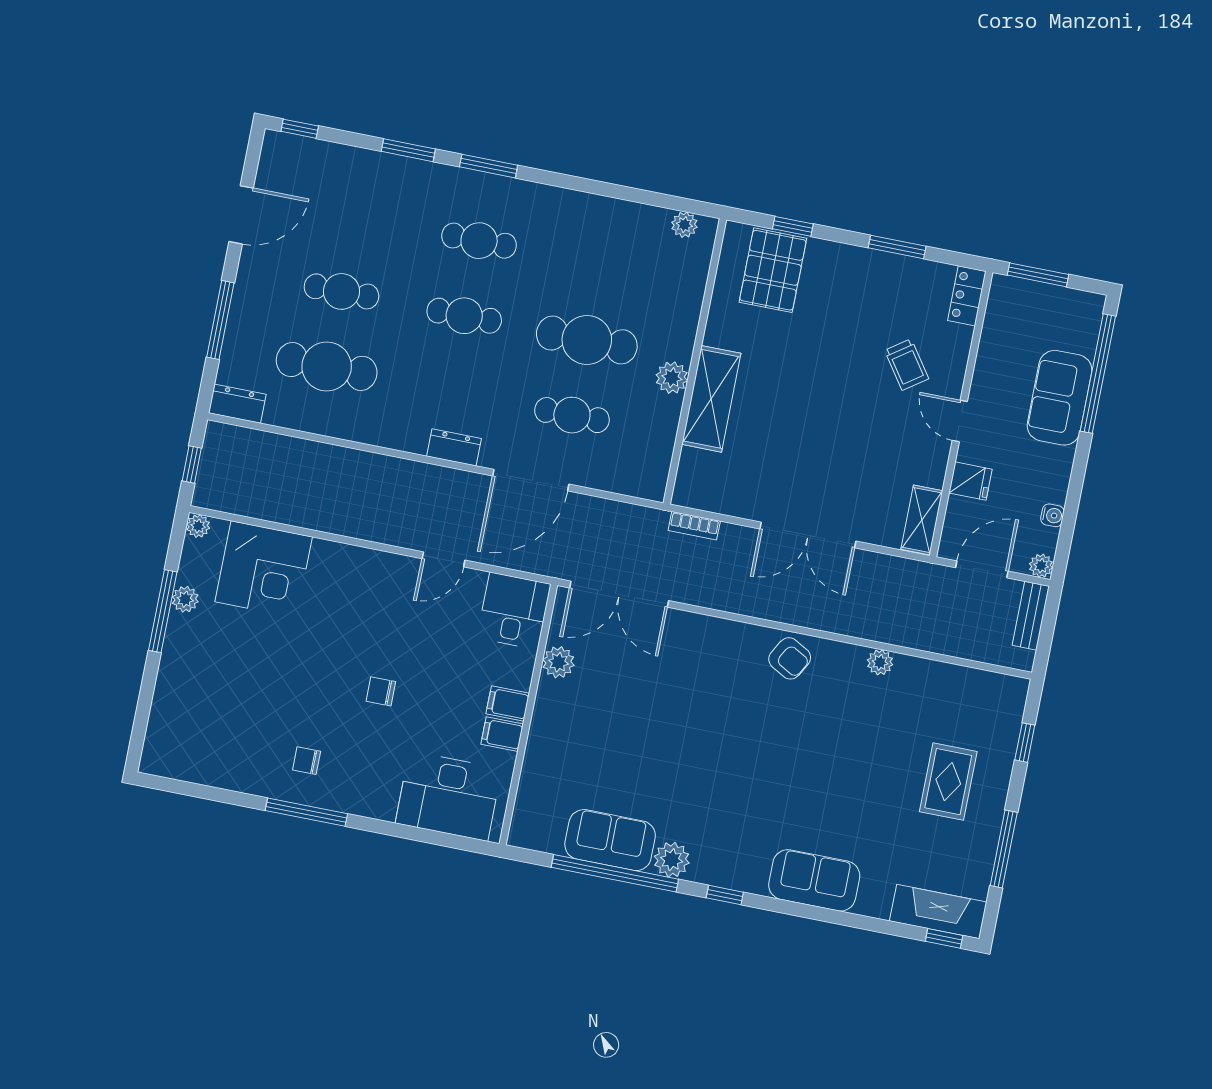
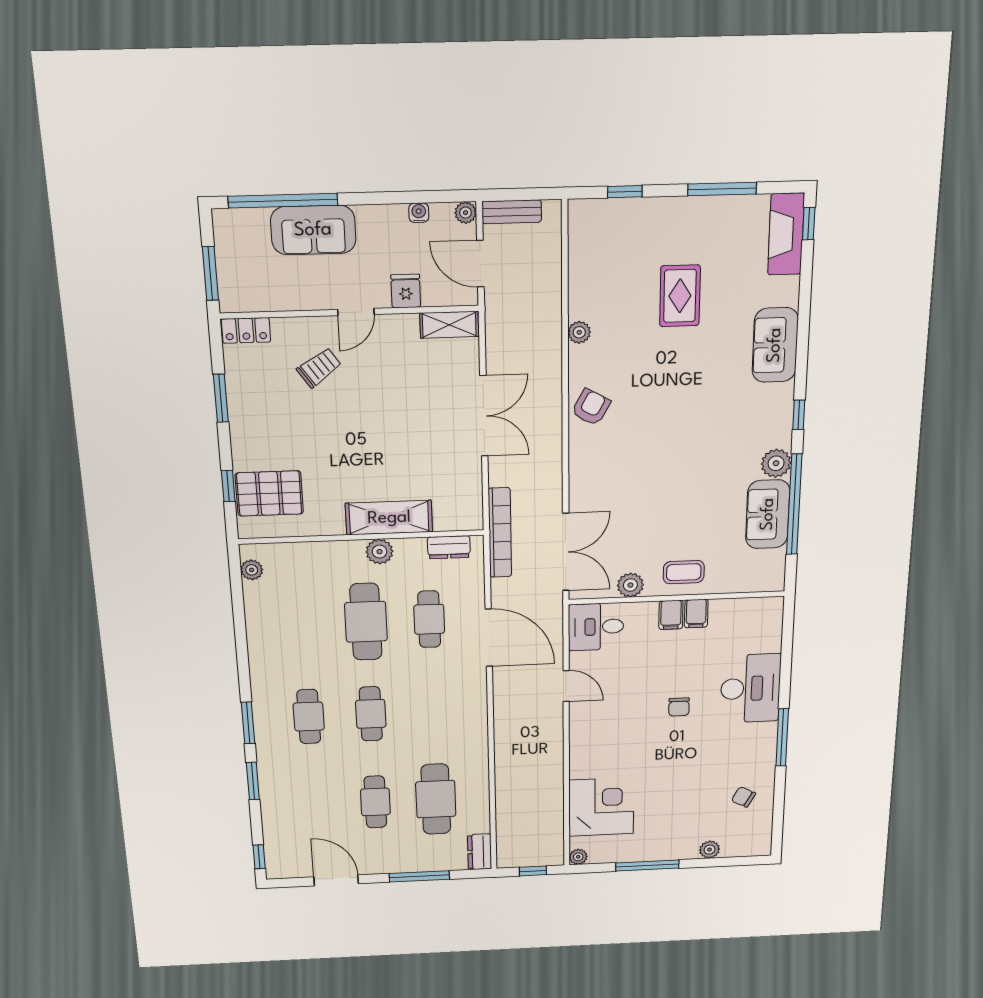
dresser: (454, 447) -> (449, 547), moved, turned -90
bookcase: (694, 526) -> (500, 533), width x2.31, depth x1.31
plant: (185, 599) -> (710, 850), moved
coffee table: (560, 729) -> (684, 572), added
chair: (307, 761) -> (743, 797), moved, turned 118
rug: (948, 782) -> (680, 296), moved, turned 90
desk: (448, 796) -> (750, 688), moved

